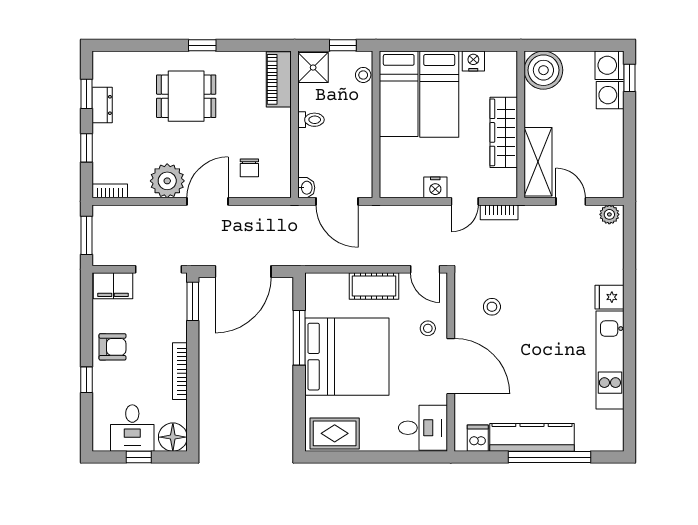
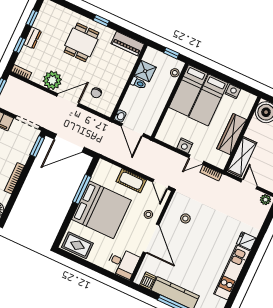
shower: (313, 68) -> (145, 71), moved
piano: (279, 79) -> (128, 44), moved, turned -90
dining table: (186, 96) -> (81, 42), turned 90
dresser: (102, 105) -> (32, 38), moved

